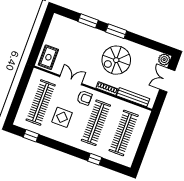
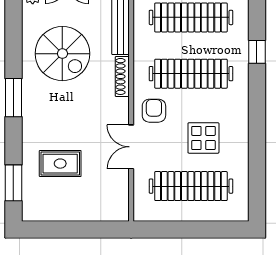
window: (88, 21) -> (13, 183), moved
rug: (48, 57) -> (60, 164), moved
spiral stairs: (116, 60) -> (62, 54), moved
window: (31, 136) -> (257, 181), removed

